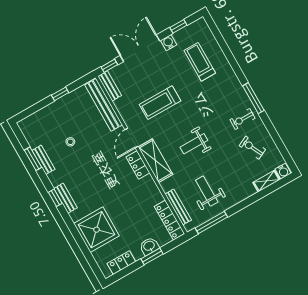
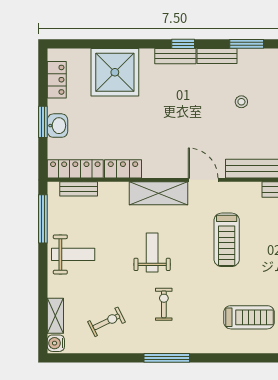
treadmill: (160, 103) -> (227, 240), turned 180
exercise bike: (243, 119) -> (164, 304), moved
bench: (43, 160) -> (217, 56), moved
locker: (138, 165) -> (123, 169), moved
weight bench: (207, 191) -> (73, 254), moved
bench: (178, 207) -> (79, 189), width x0.73

